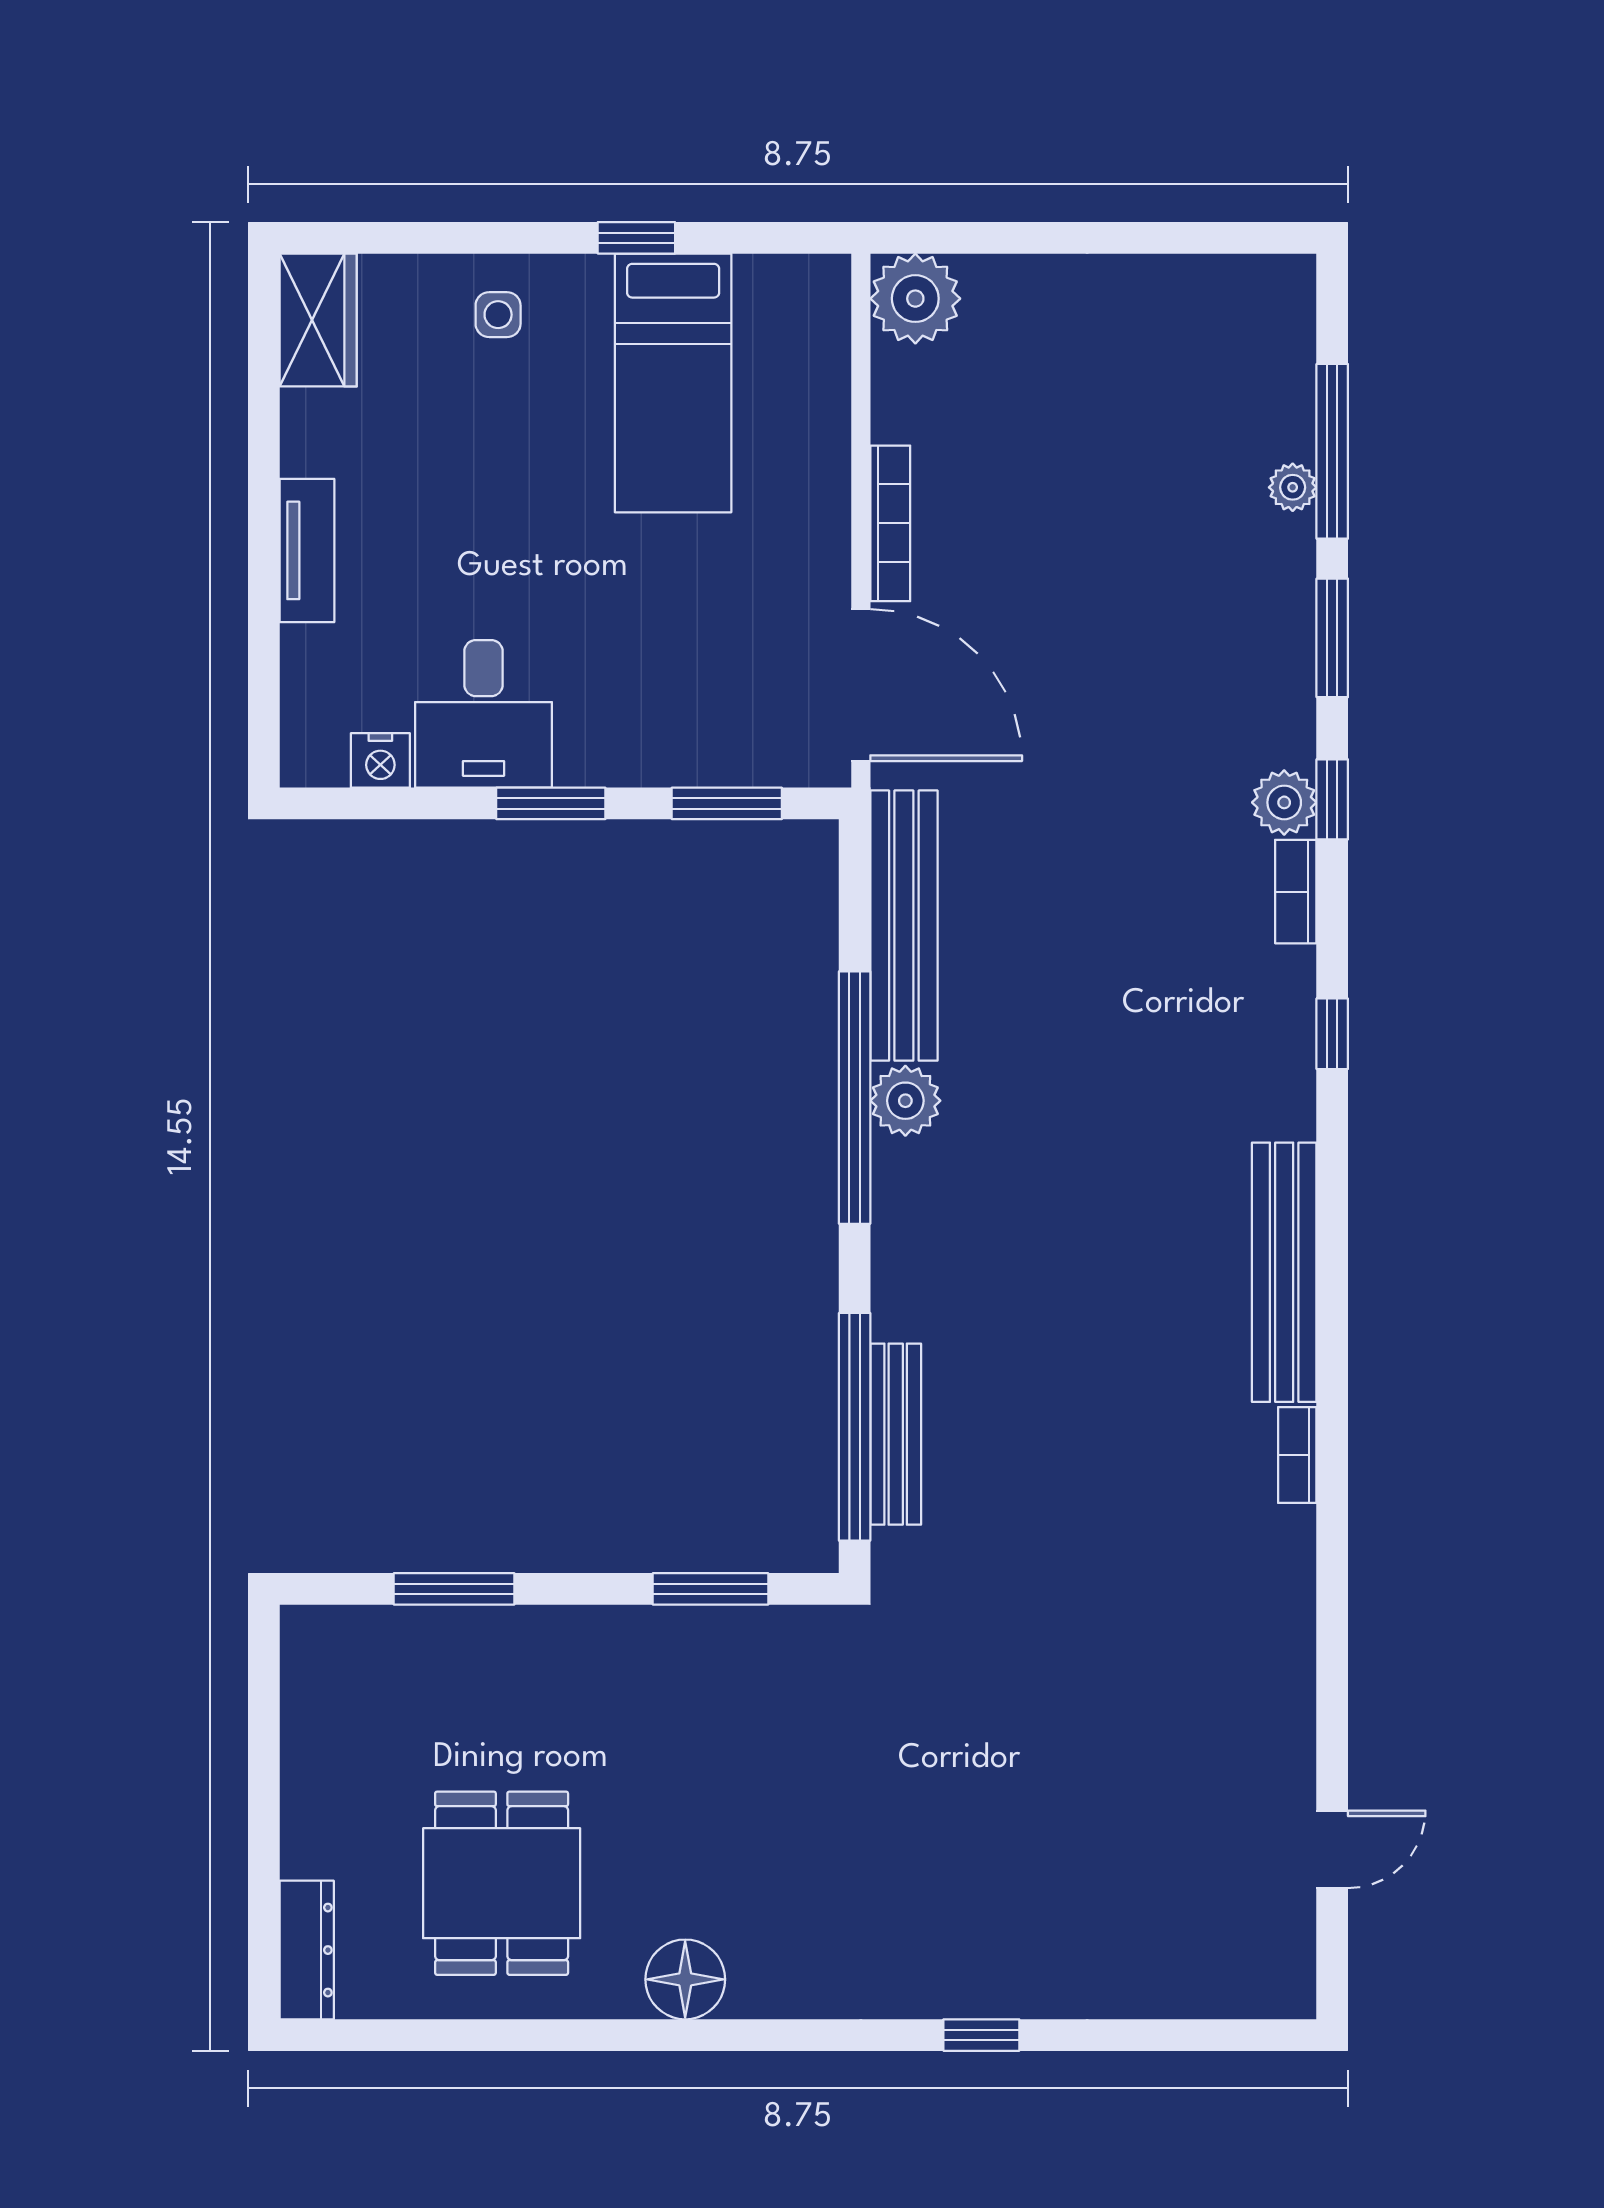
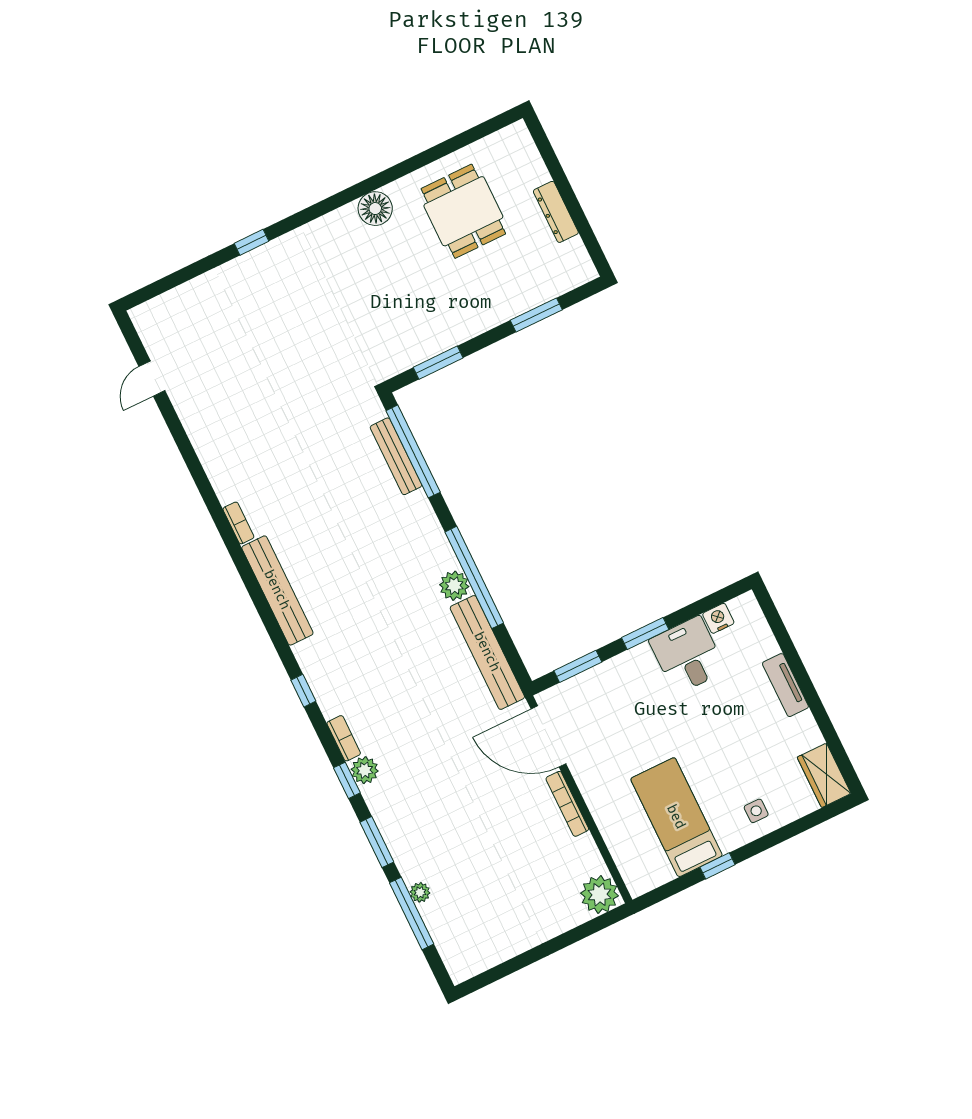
dresser: (307, 1950) -> (556, 212), moved

